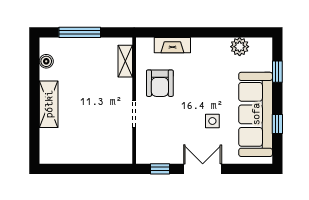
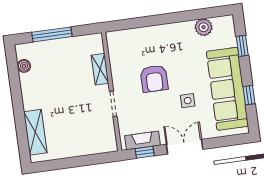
fireplace: (172, 45) -> (142, 140), moved, turned 180
shelving: (125, 61) -> (100, 69), moved
armchair: (160, 83) -> (154, 79), moved
shelving: (49, 104) -> (35, 132), moved

